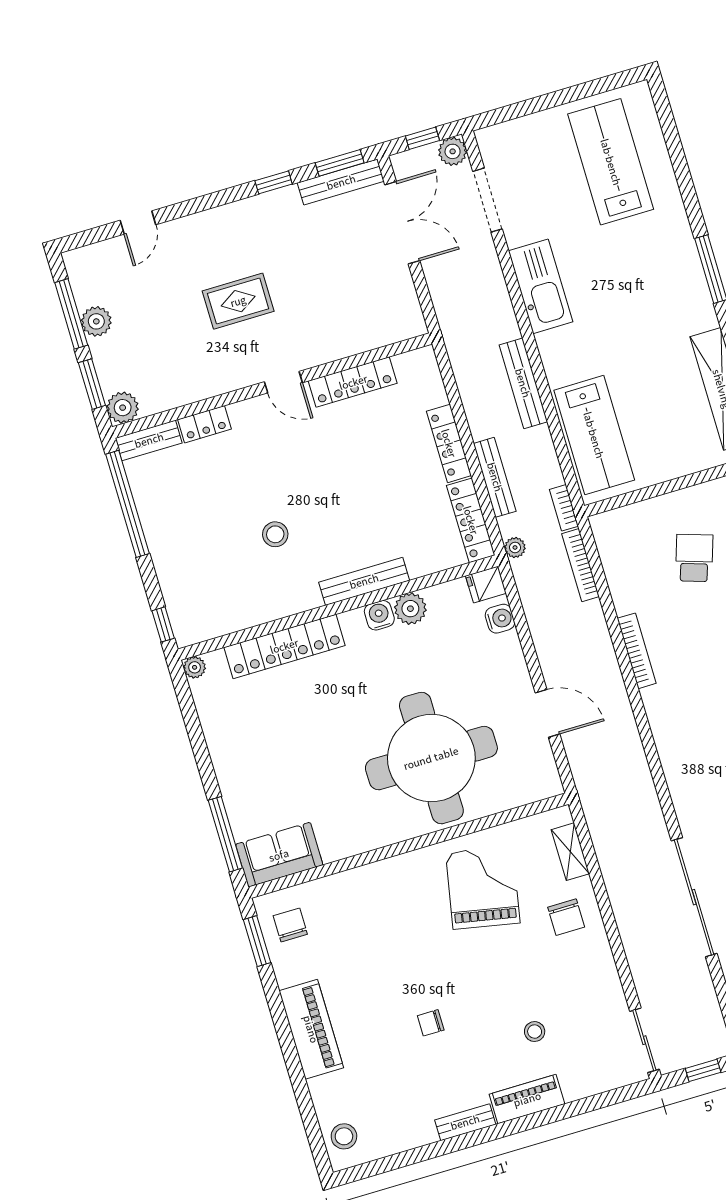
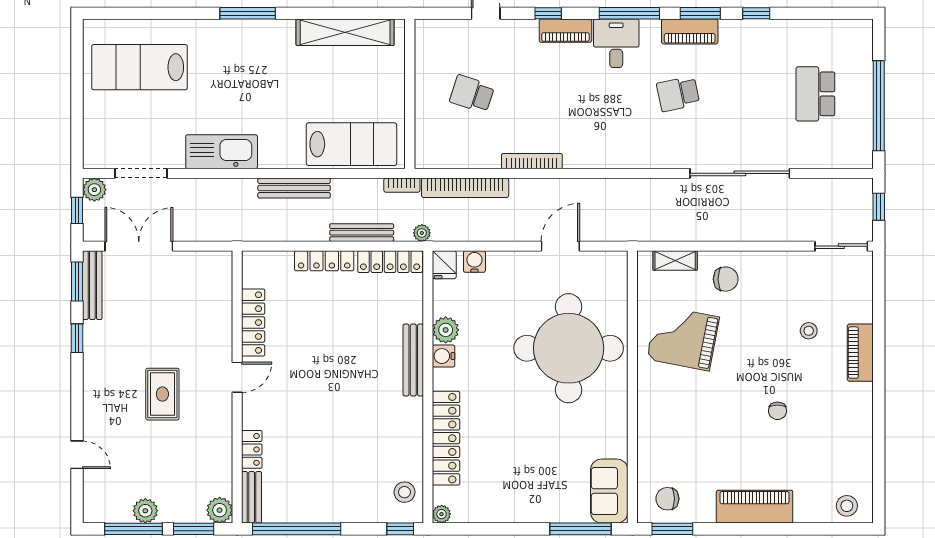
stool: (275, 534) -> (404, 492), moved
bookcase: (580, 565) -> (465, 188), width x1.48, depth x1.31
bench: (465, 1122) -> (864, 407), removed

